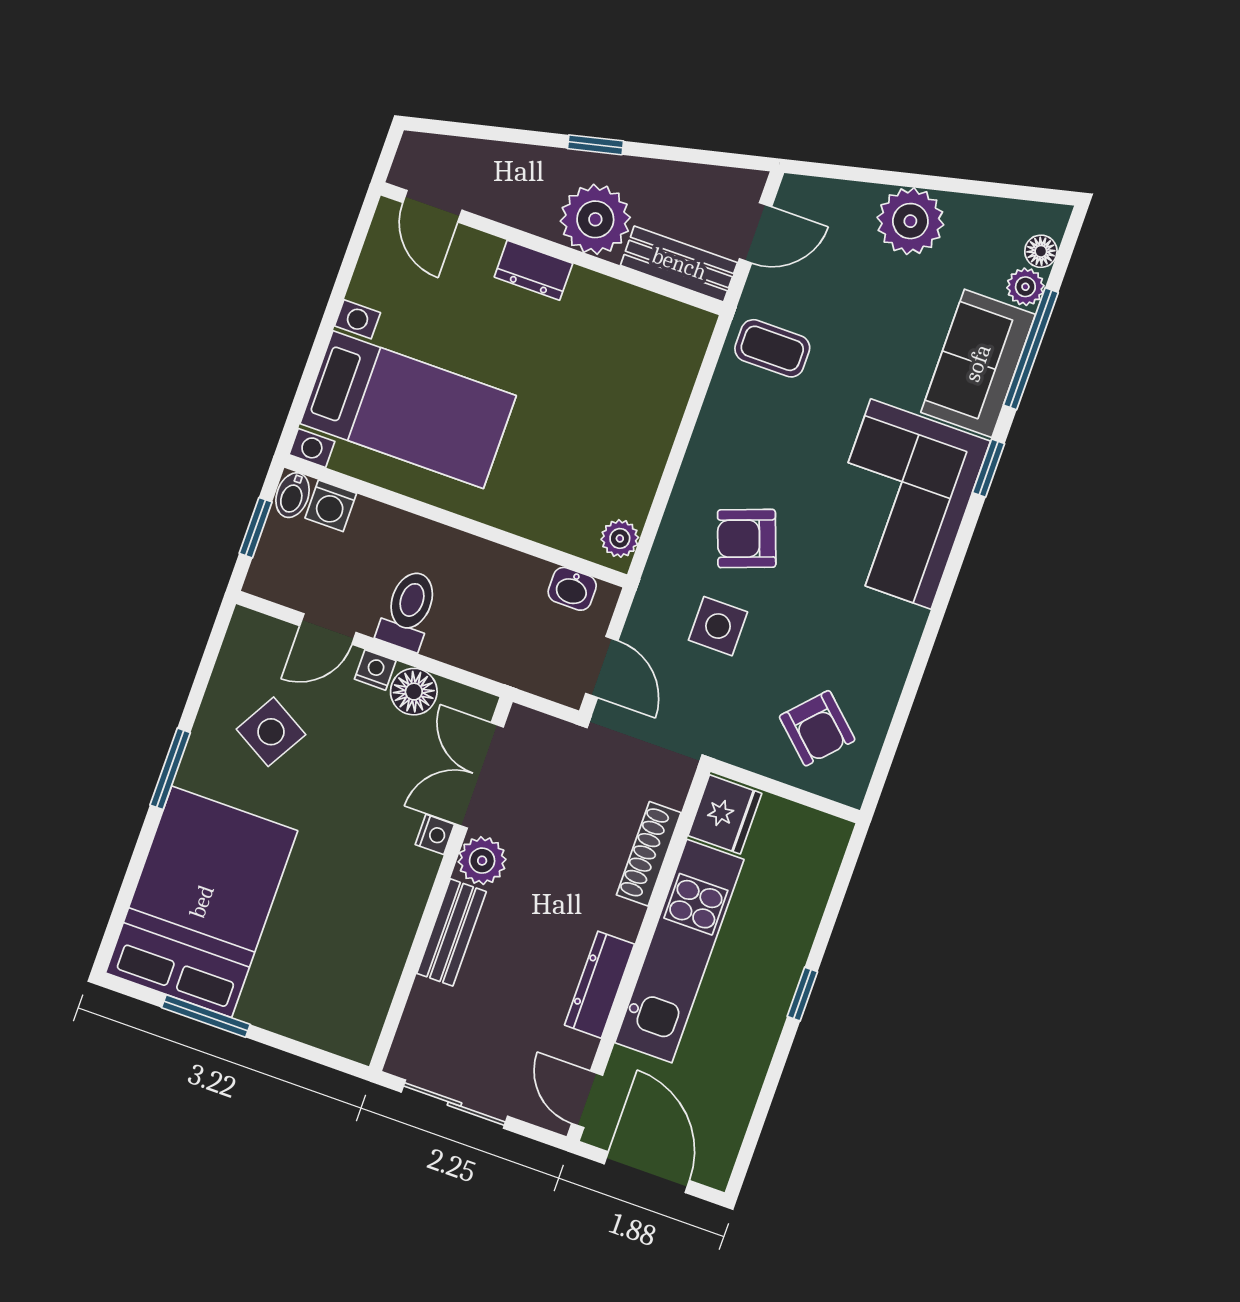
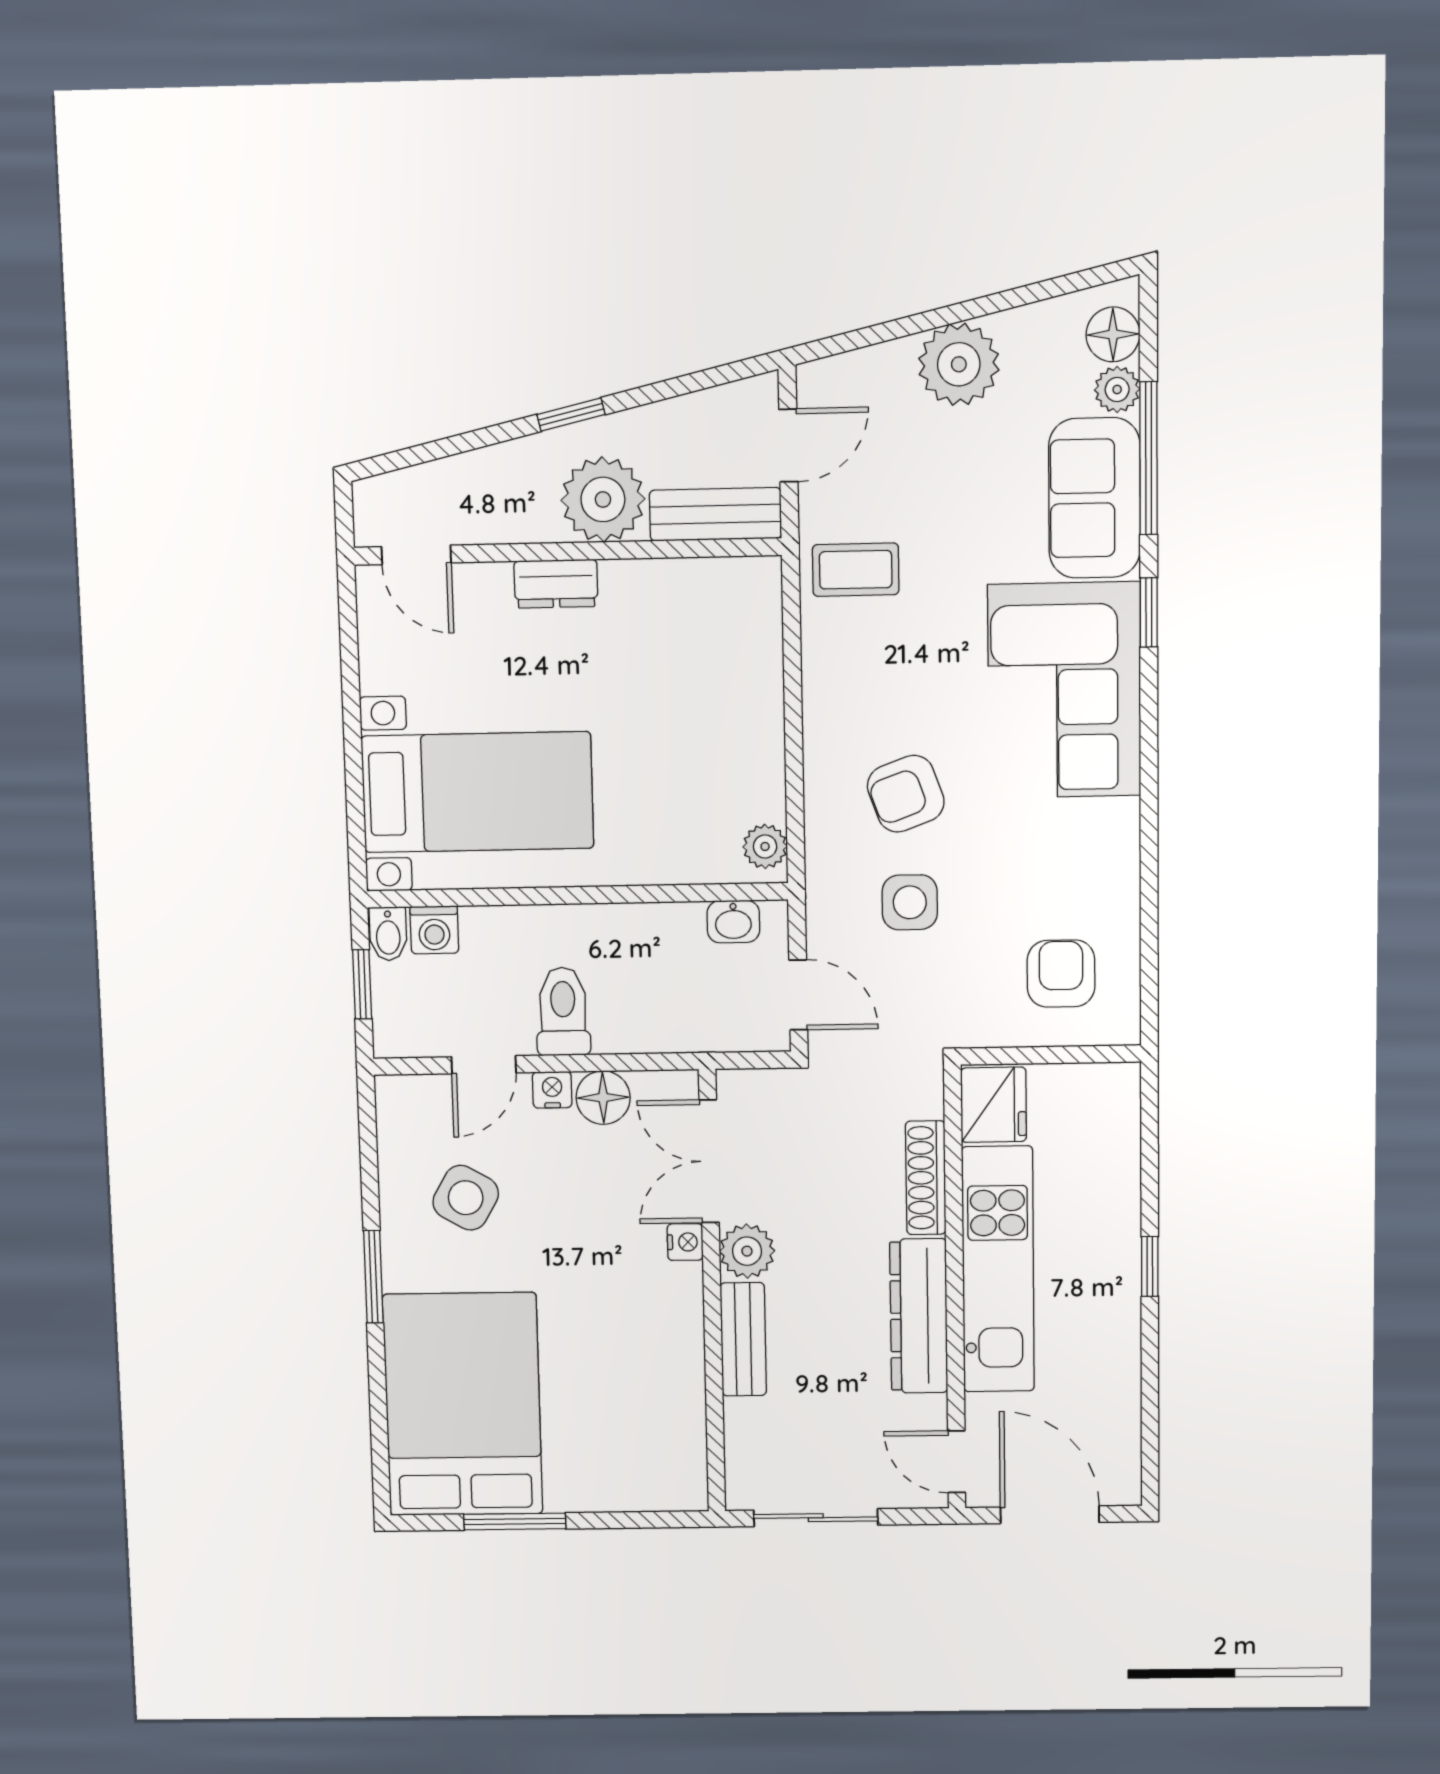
floor lamp: (1041, 251) -> (1113, 334), width x1.37, depth x1.37
armchair: (817, 728) -> (1061, 974), turned -133
dresser: (600, 985) -> (919, 1316), width x1.37, depth x1.24

